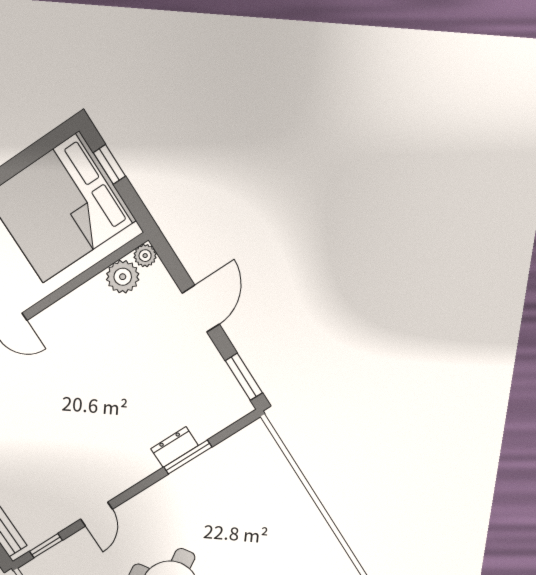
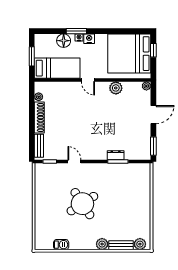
plant: (123, 277) -> (116, 88), moved
door: (96, 514) -> (74, 161), swing flipped

